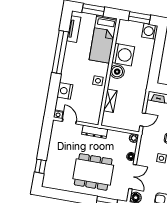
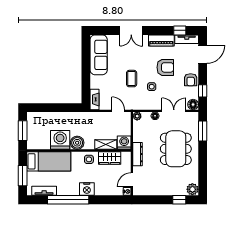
washing machine: (150, 31) -> (124, 143), moved, turned 180
nightstand: (65, 91) -> (87, 189), moved
wardrobe: (96, 102) -> (110, 158), added
plant: (49, 182) -> (192, 189), added

